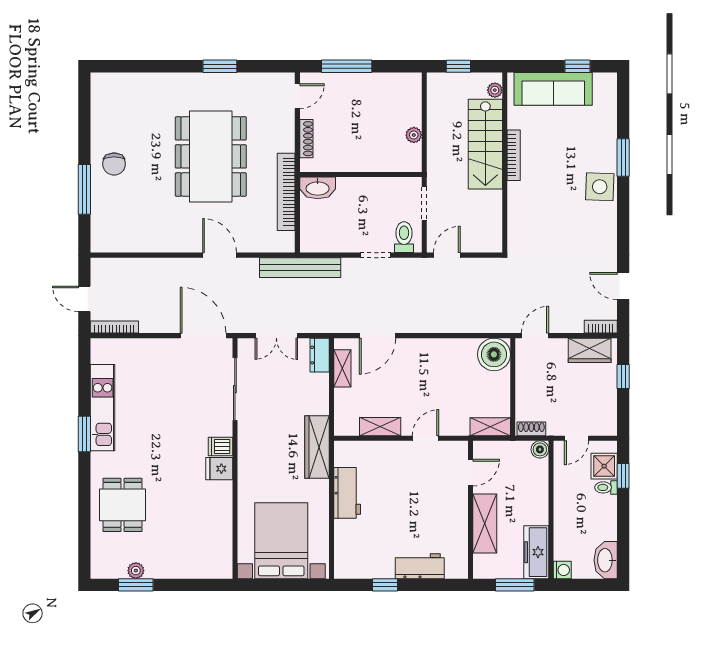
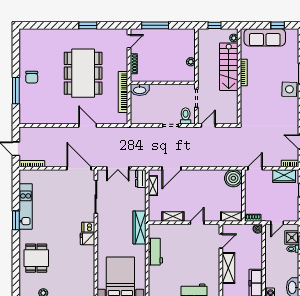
bench: (300, 268) -> (130, 132), removed

